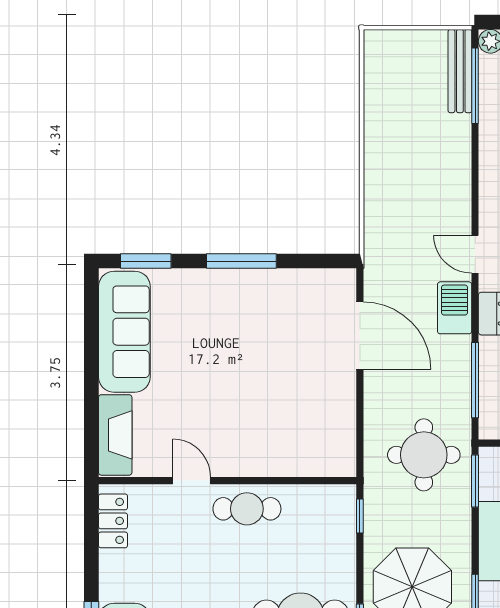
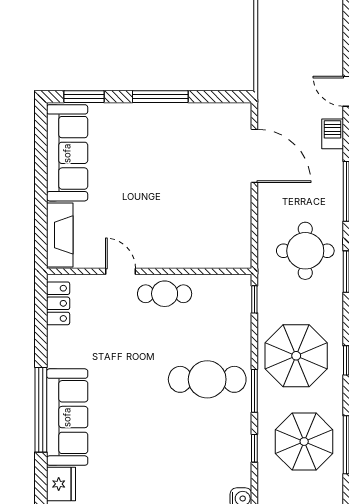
barbecue: (455, 308) -> (333, 134), width x0.73, depth x0.79

